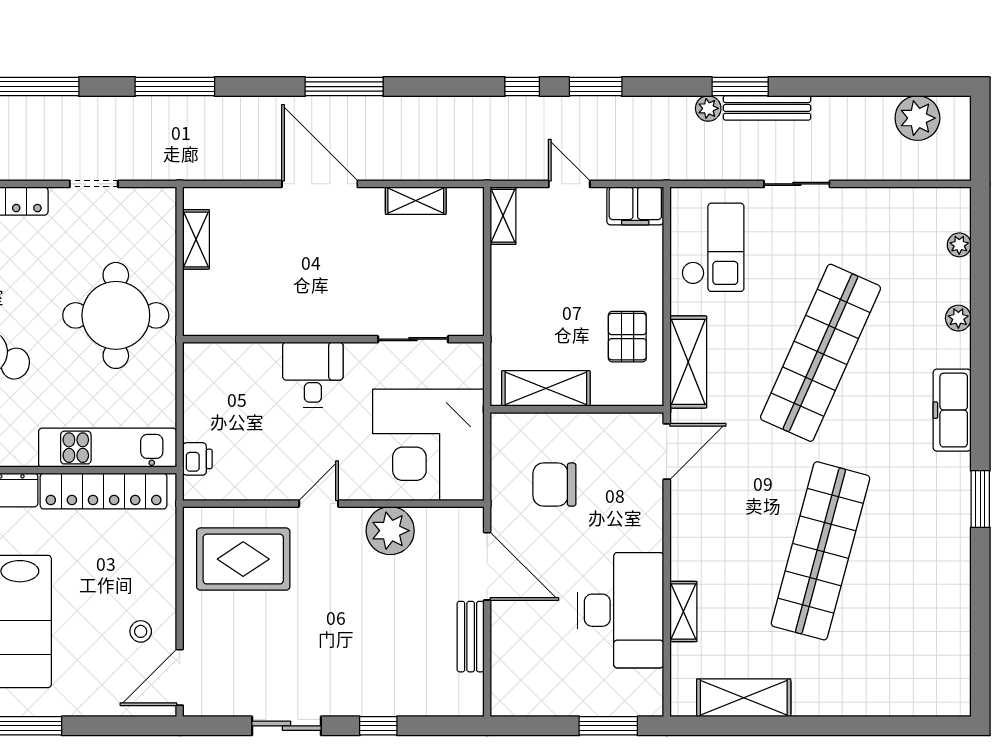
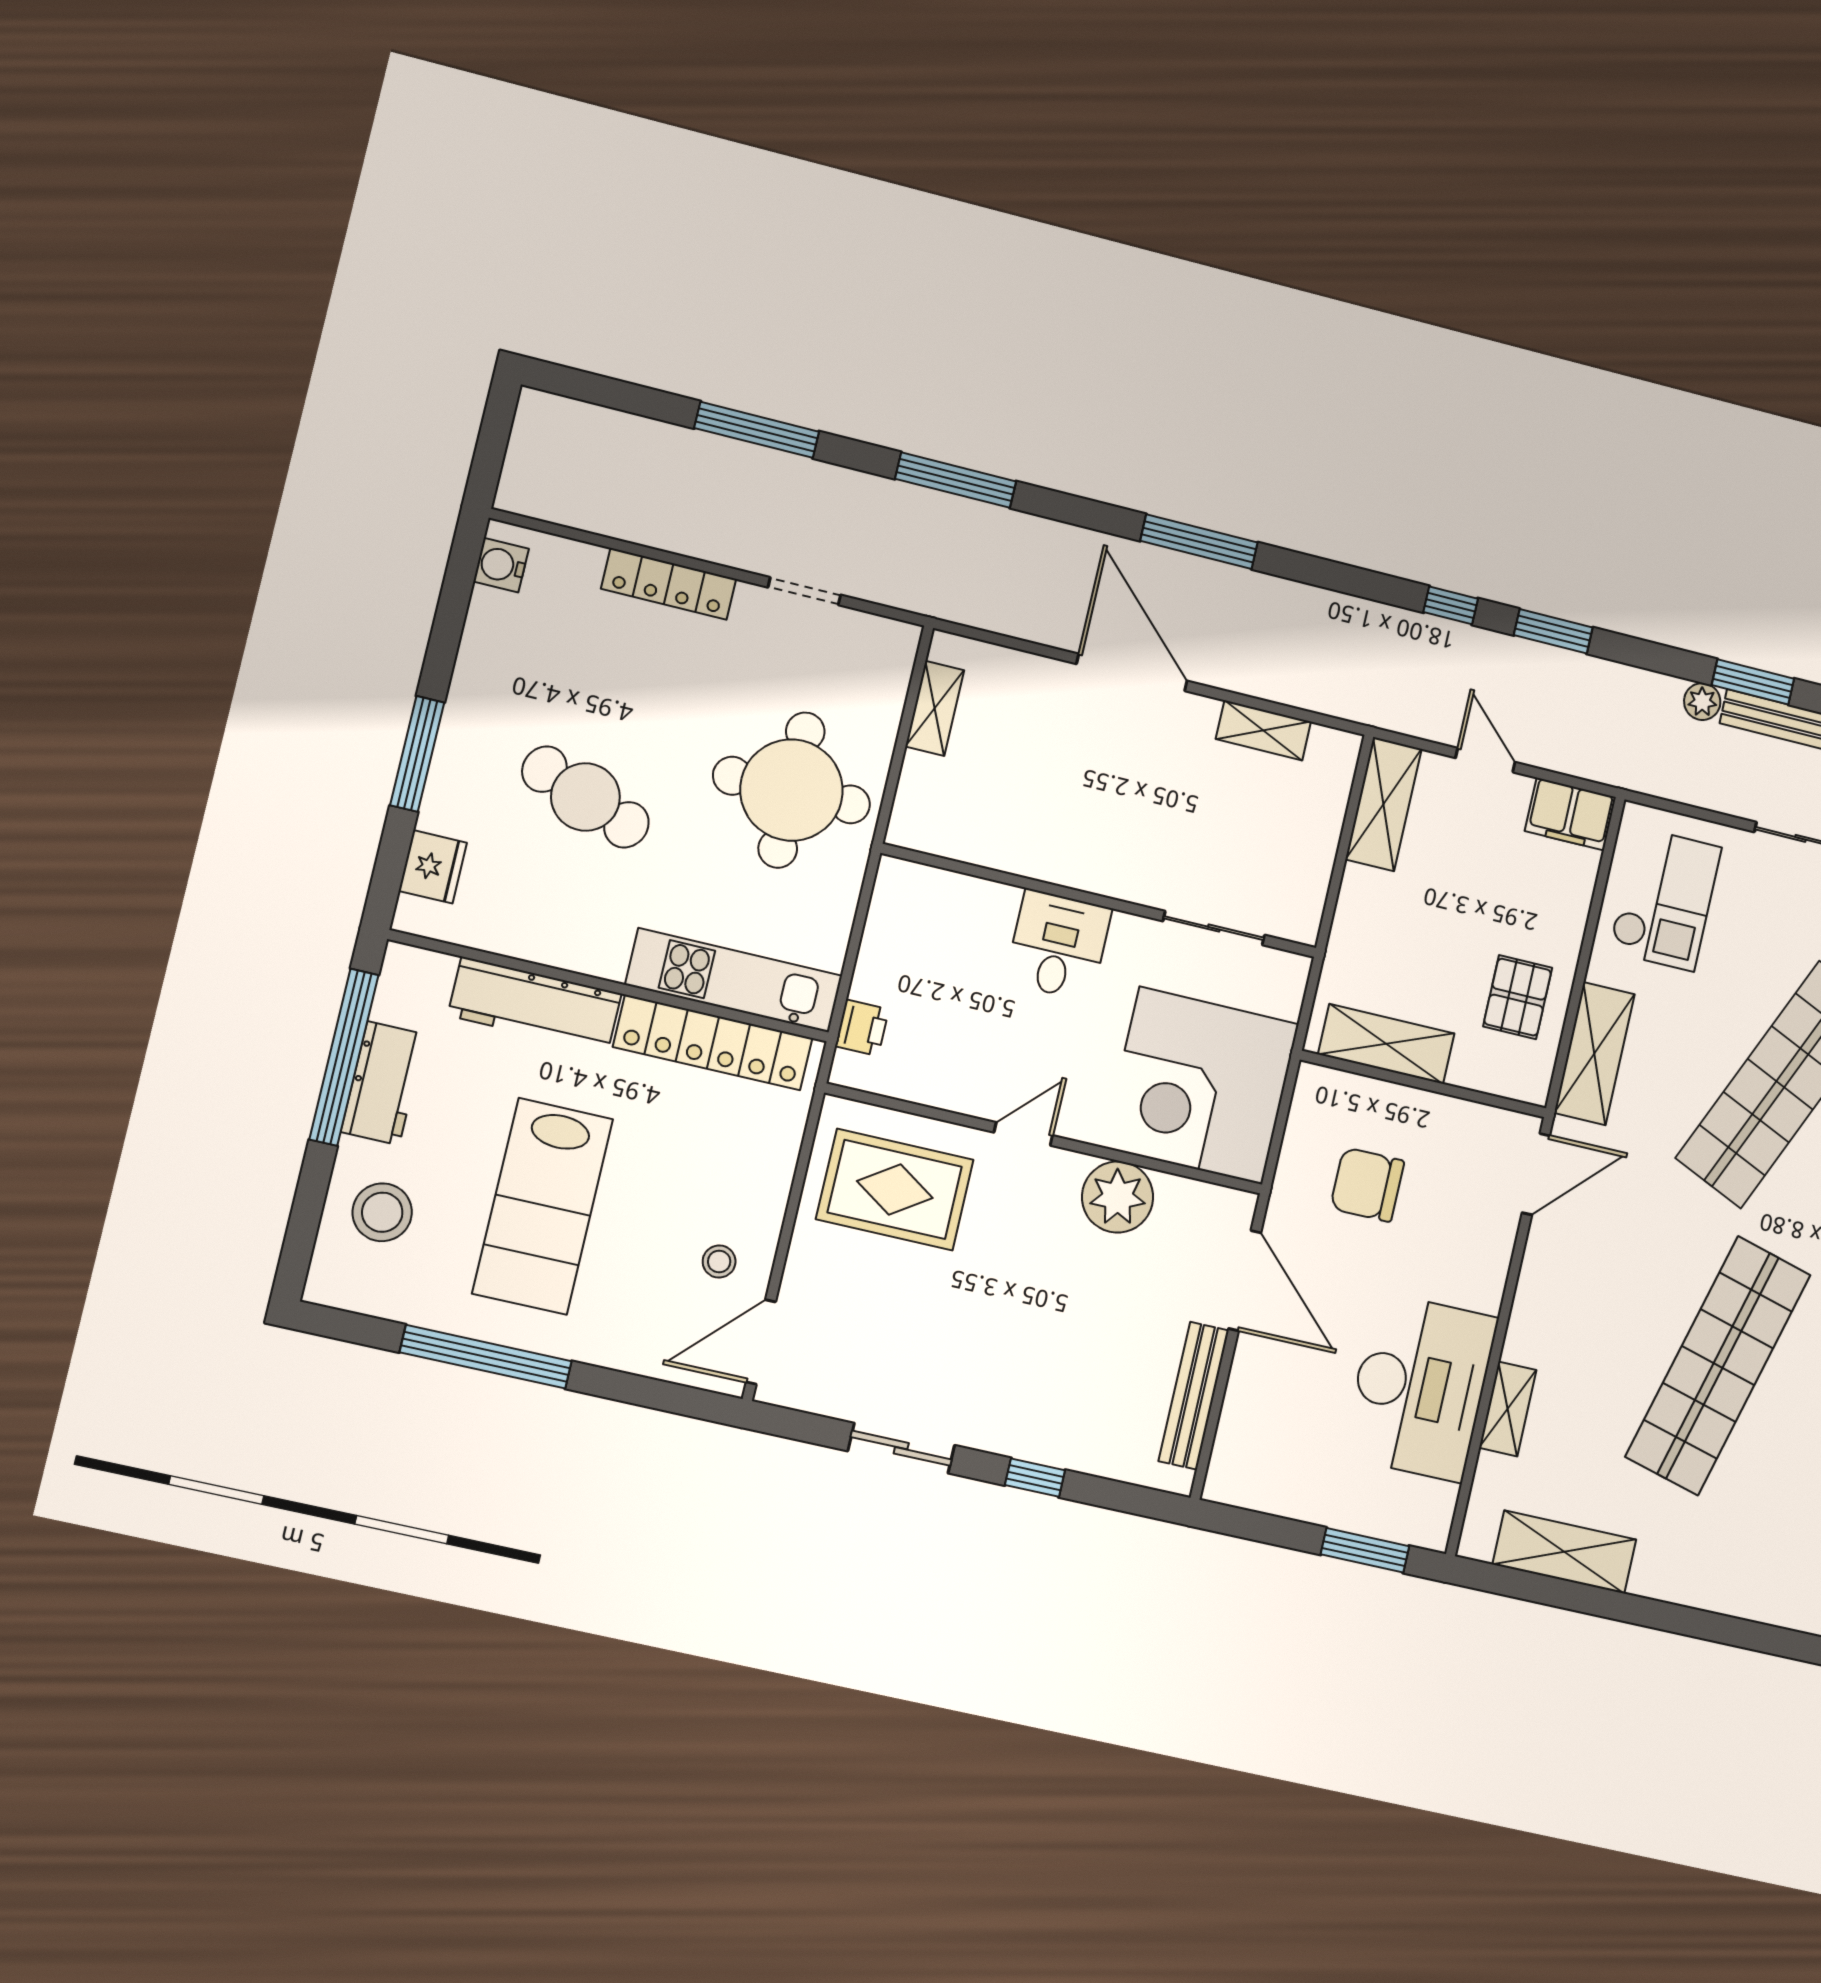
shelving: (503, 216) -> (1384, 804), width x1.50, depth x1.33
bench: (471, 637) -> (1194, 1396), width x1.36

